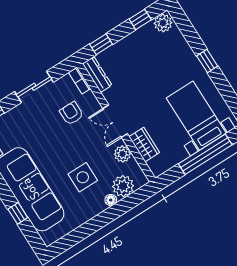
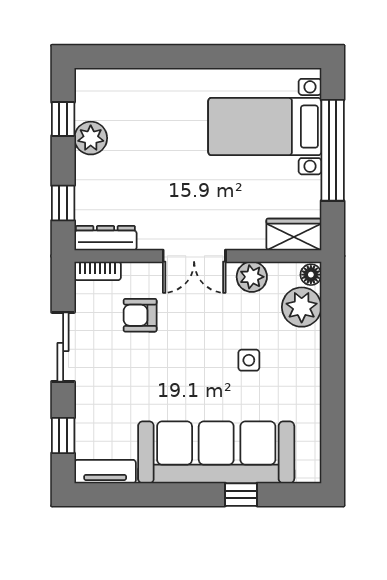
plant: (163, 23) -> (91, 138), moved
window: (207, 61) -> (192, 57), removed
wardrobe: (144, 145) -> (294, 234), moved
side table: (83, 177) -> (249, 360), width x0.54, depth x0.54
floor lamp: (111, 200) -> (311, 275), moved

